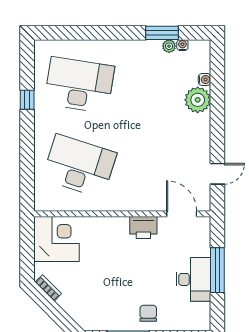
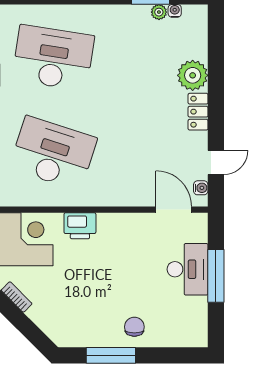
water cooler: (205, 79) -> (201, 188), moved
locker: (202, 131) -> (198, 112), added
printer: (143, 227) -> (80, 226), moved
desk: (193, 279) -> (188, 269), moved

